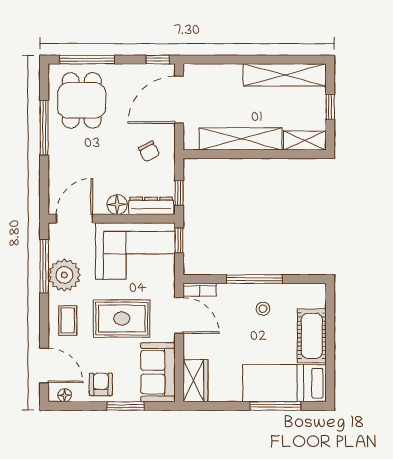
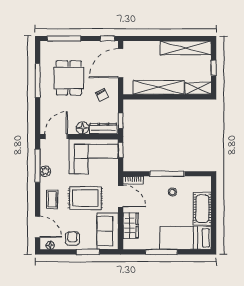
dining table: (82, 100) -> (69, 78), moved
plant: (64, 275) -> (45, 171), width x0.53, depth x0.53
wardrobe: (195, 381) -> (131, 226), moved
window: (275, 406) -> (161, 252), moved

